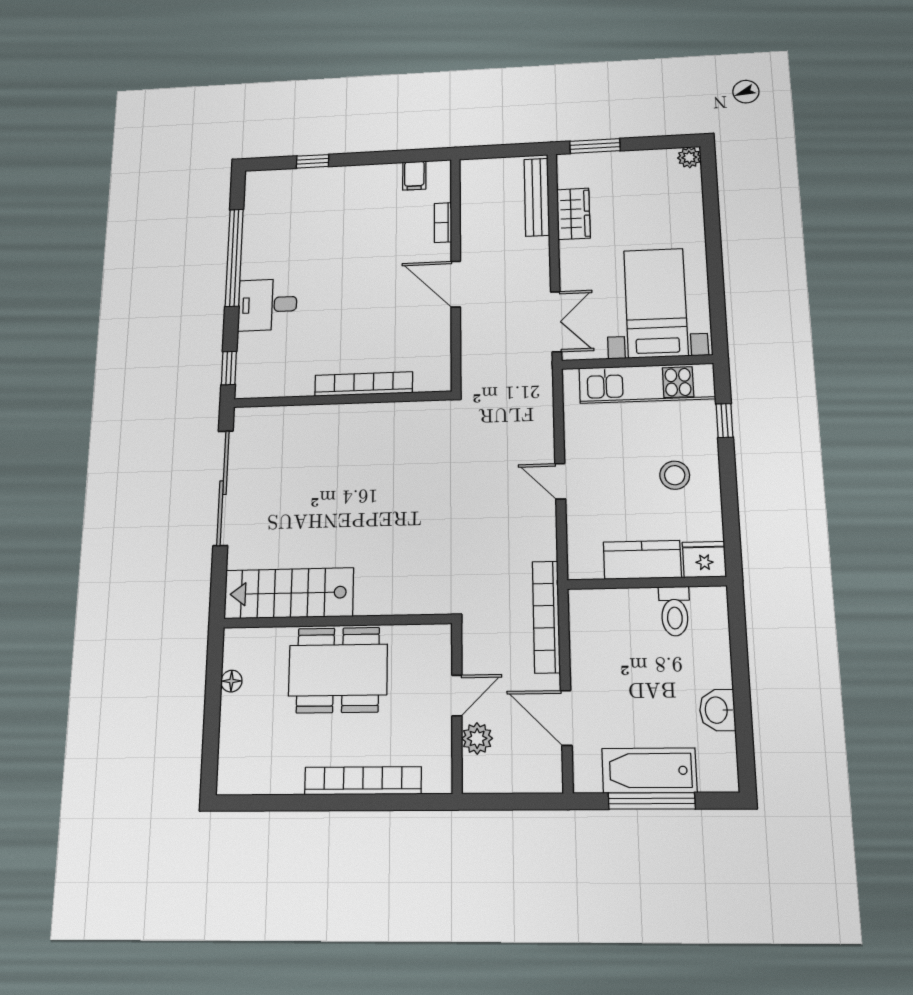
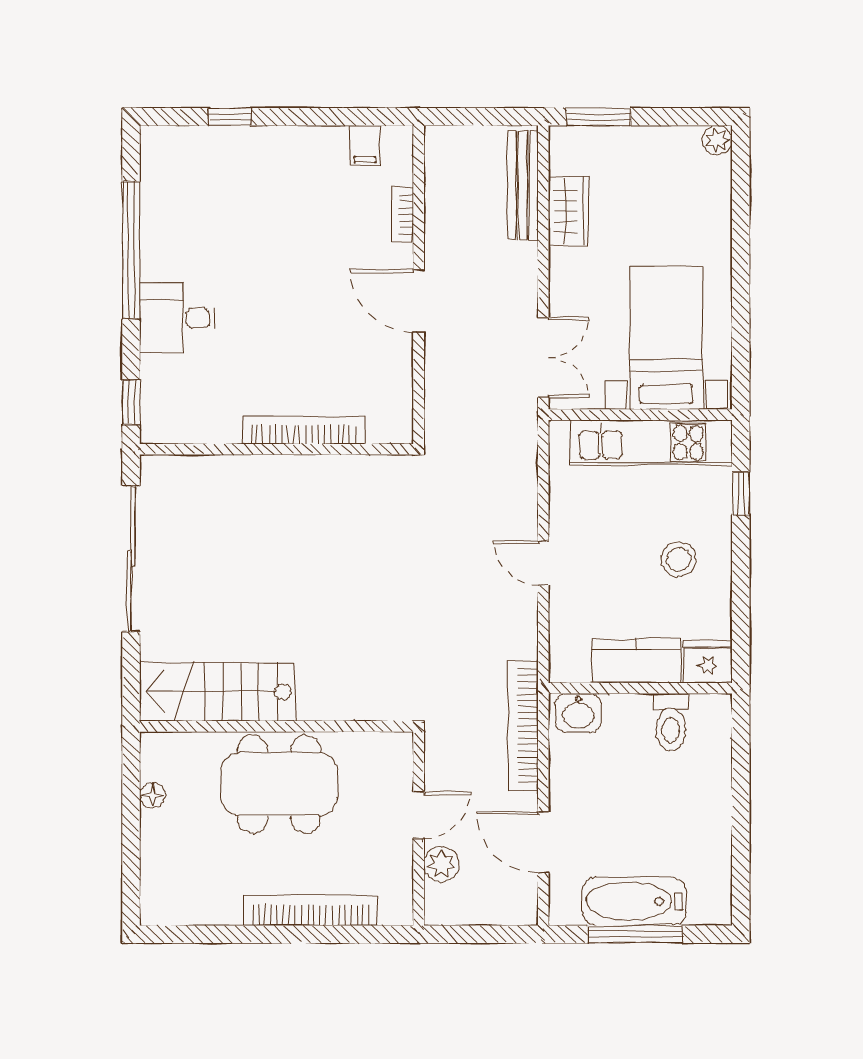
washbasin: (717, 710) -> (578, 713), moved, turned -90

